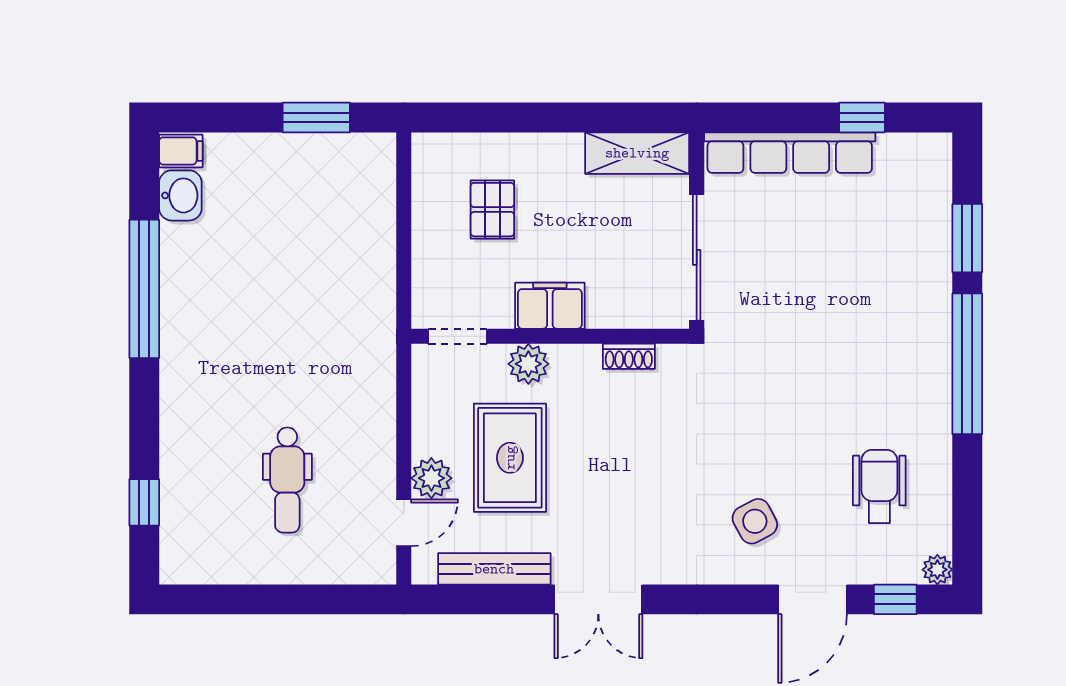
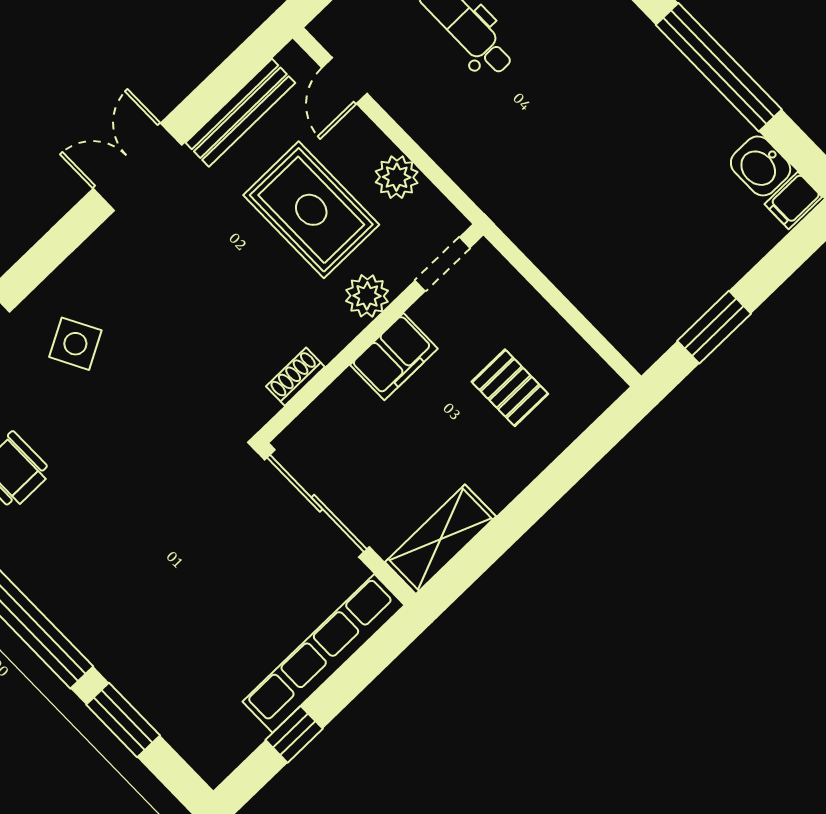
plant: (431, 478) -> (397, 177), moved

